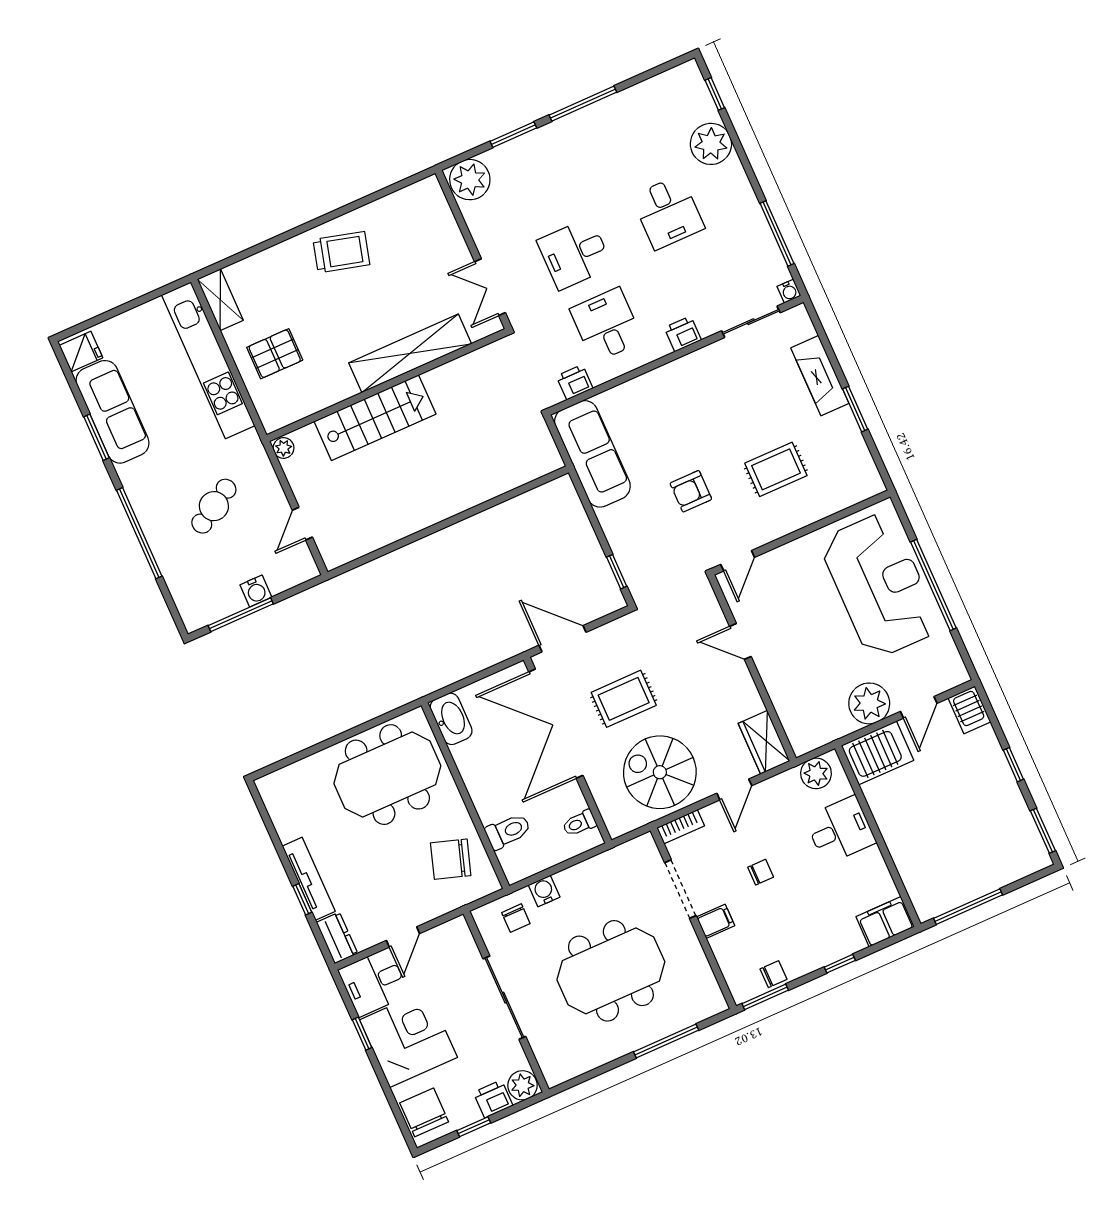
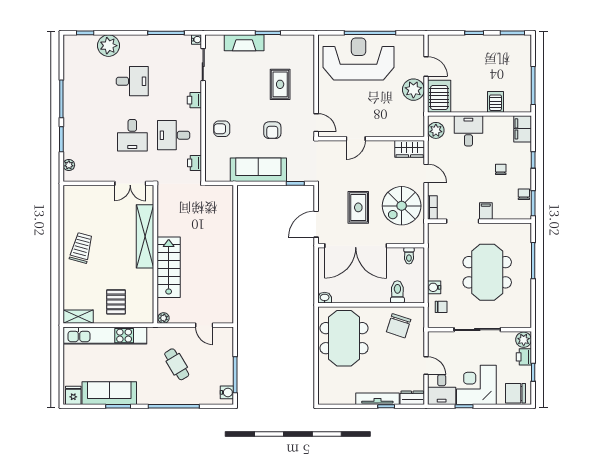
plant: (470, 180) -> (69, 165), width x0.53, depth x0.53
armchair: (654, 403) -> (222, 129), added
sofa: (592, 454) -> (258, 170), moved
water cooler: (256, 591) -> (227, 392), moved
server rack: (969, 710) -> (495, 102), moved, turned -90
washbasin: (451, 719) -> (325, 298), width x0.52, depth x0.69
chair: (761, 872) -> (501, 169), moved

